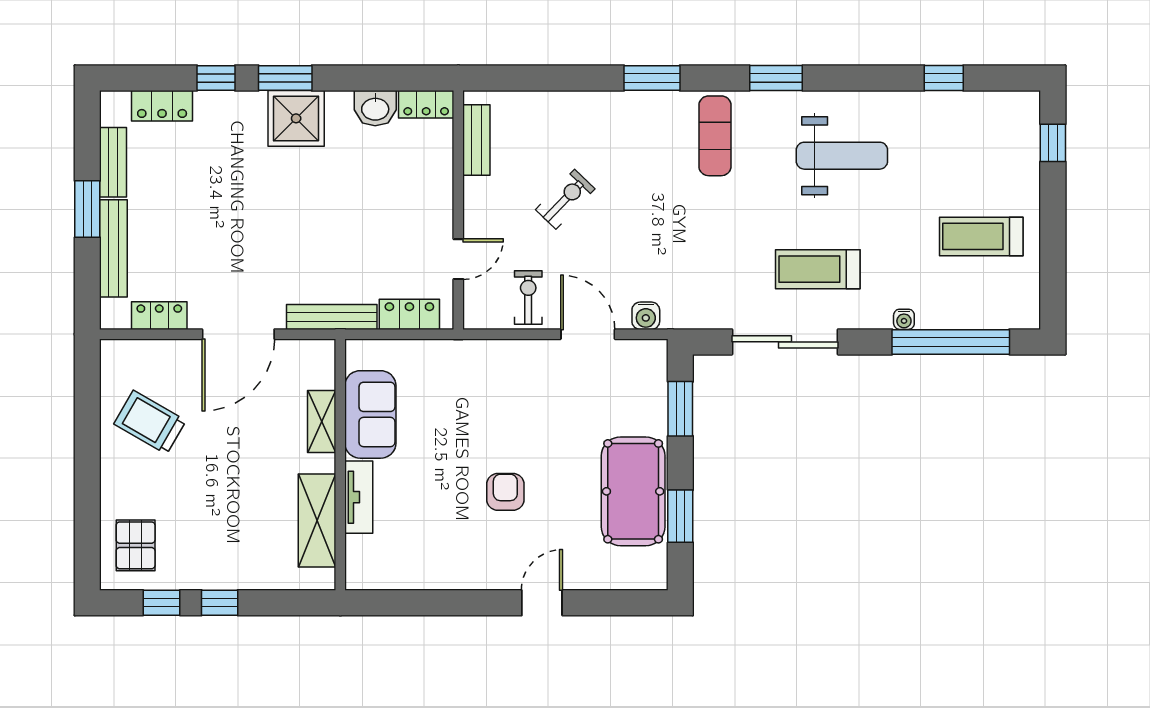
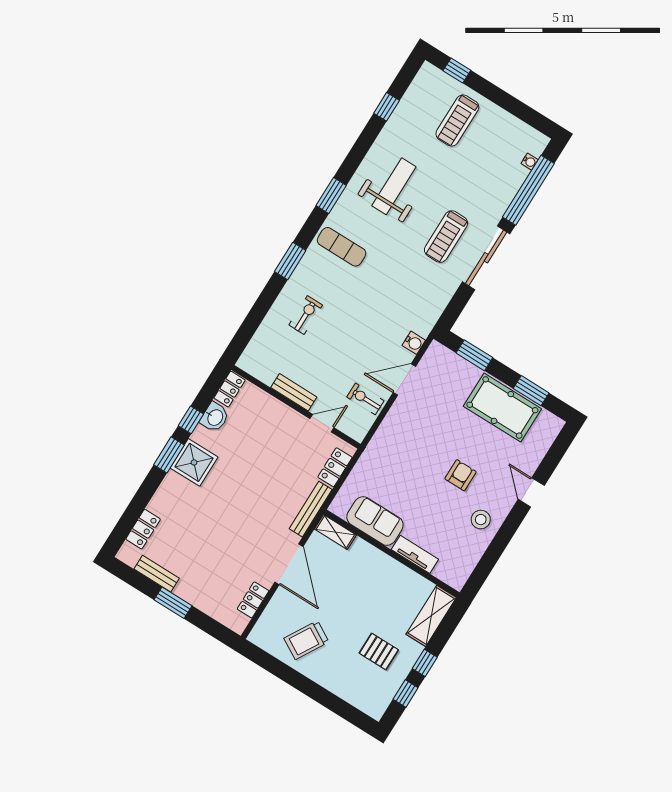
window: (216, 78) -> (191, 420), moved
bench: (476, 140) -> (294, 392), moved
exercise bike: (565, 199) -> (306, 315), moved, turned 46
treadmill: (981, 236) -> (457, 120), moved
bench: (113, 248) -> (202, 602), removed
door: (458, 259) -> (322, 423), hinge flipped
water cooler: (904, 319) -> (530, 162), moved
sliding door: (785, 342) -> (486, 258), moved
shelving: (322, 421) -> (335, 532), moved
armchair: (505, 492) -> (461, 475), turned 90
shelving: (317, 520) -> (431, 616), moved, turned 90
pallet: (136, 545) -> (379, 652), moved
stool: (462, 557) -> (481, 520), added

